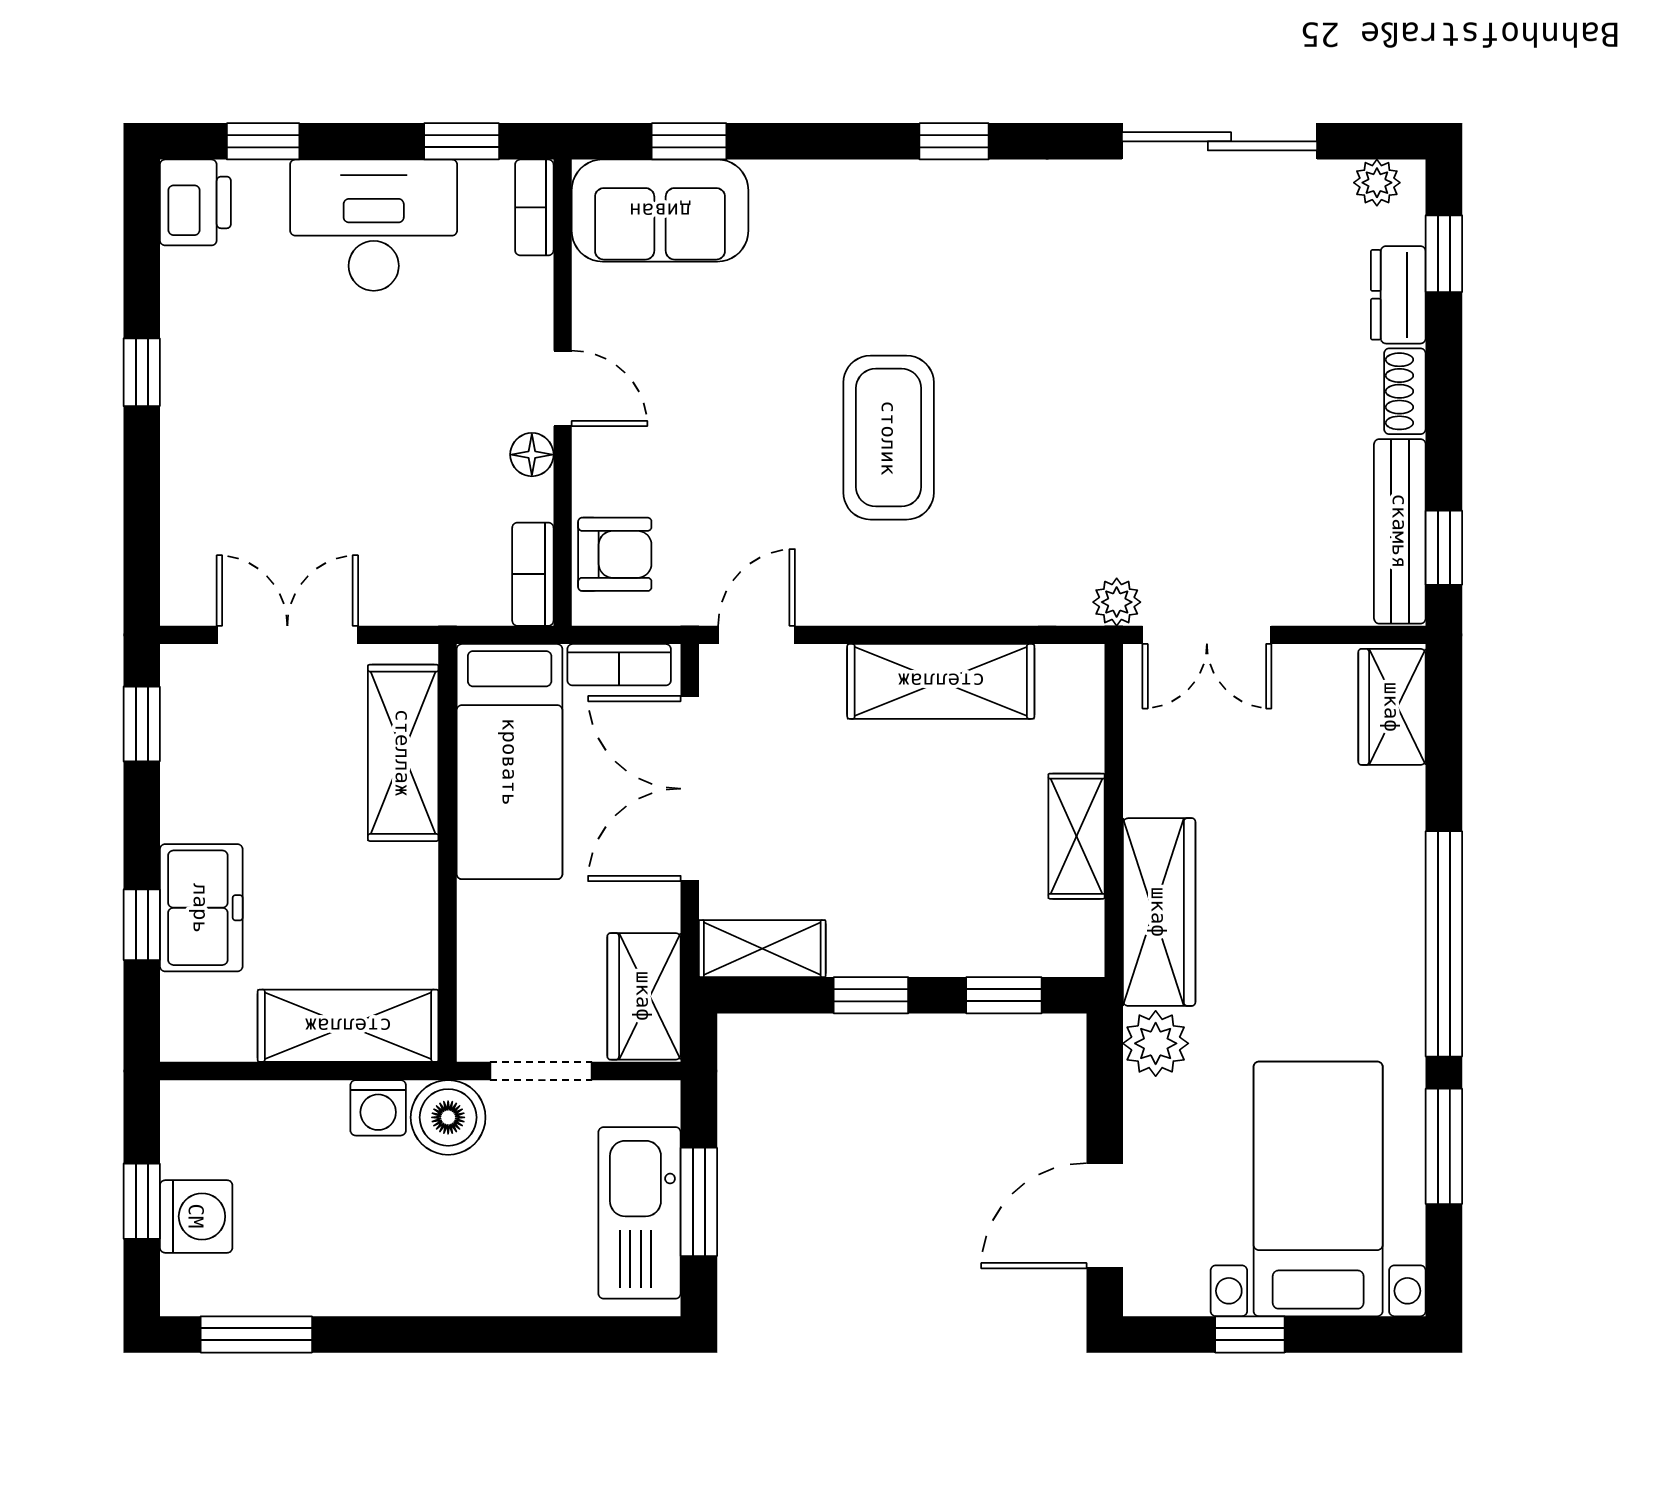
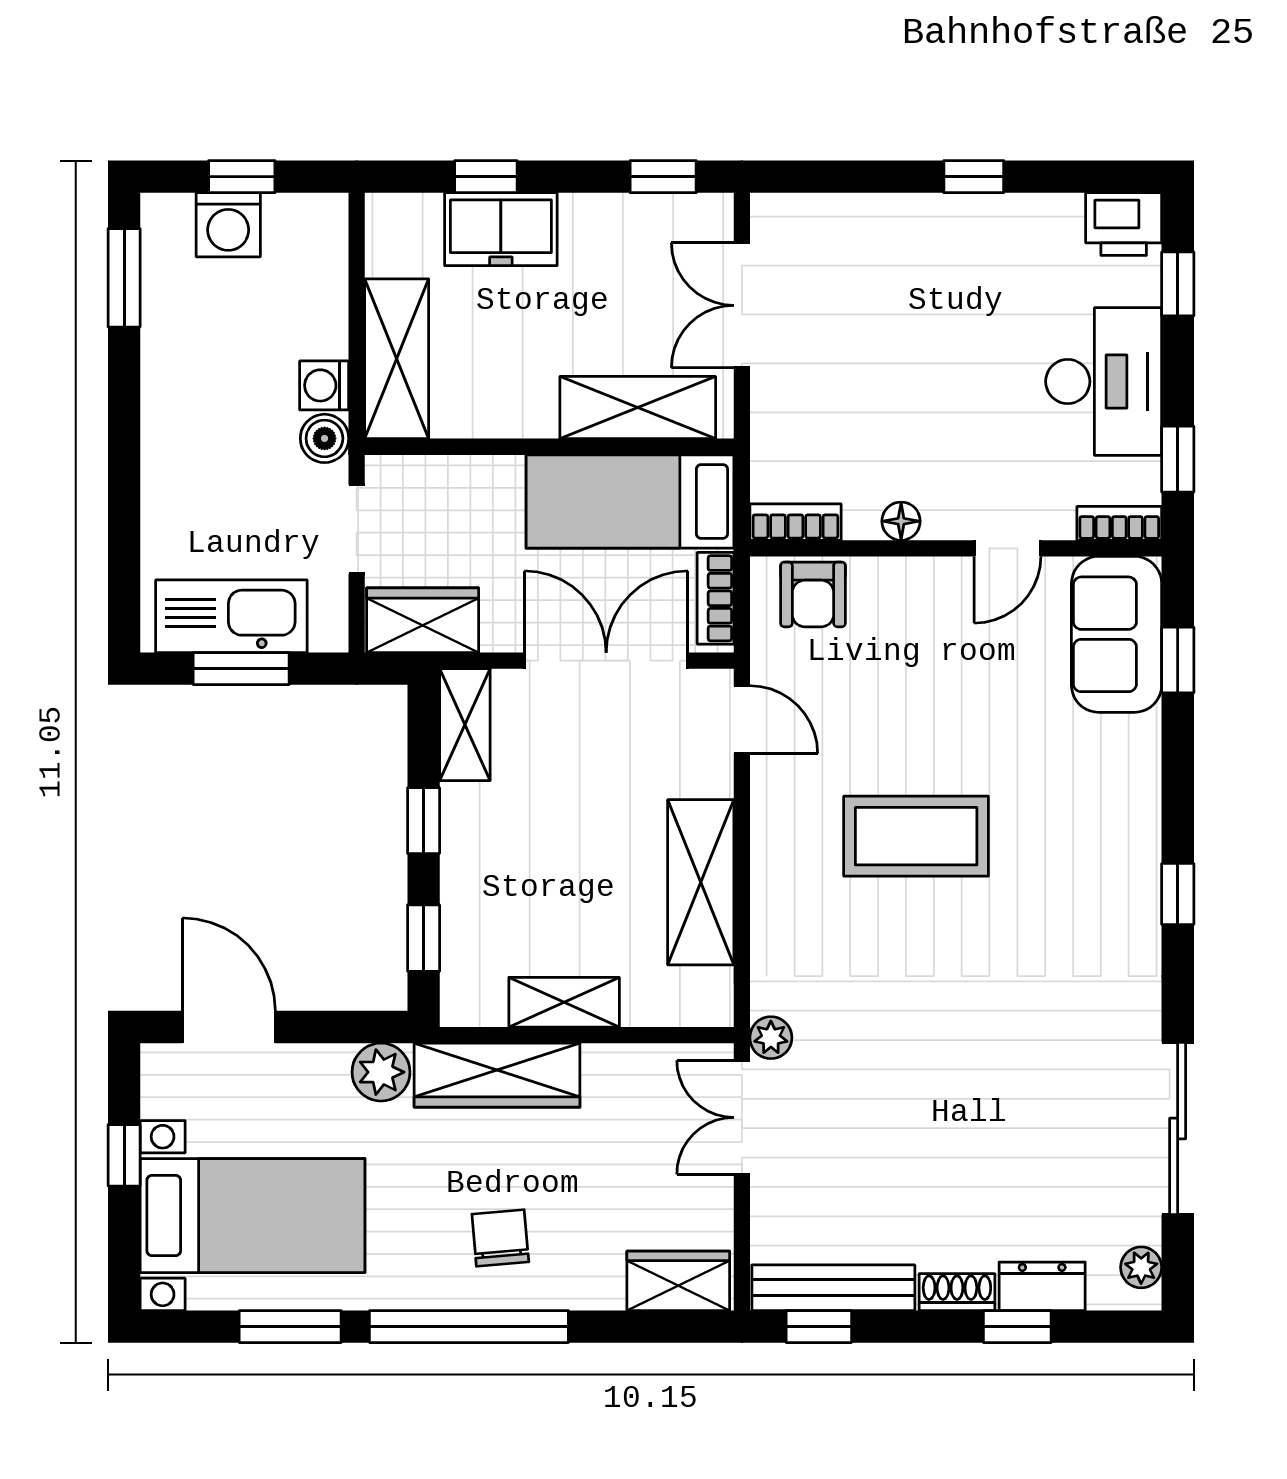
window: (1444, 254) -> (1017, 1327), moved
door: (563, 388) -> (1007, 548), moved
double door: (287, 635) -> (742, 305), swing flipped
chair: (1344, 908) -> (500, 1238), added
boiler: (448, 1117) -> (324, 438), width x0.73, depth x0.73

